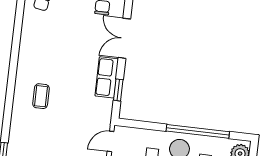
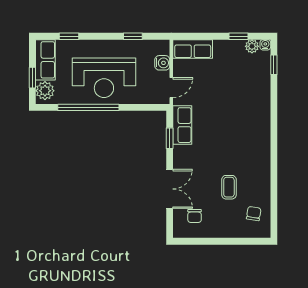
row of seats: (107, 77) -> (182, 125), moved
coffee table: (41, 96) -> (229, 187), moved

